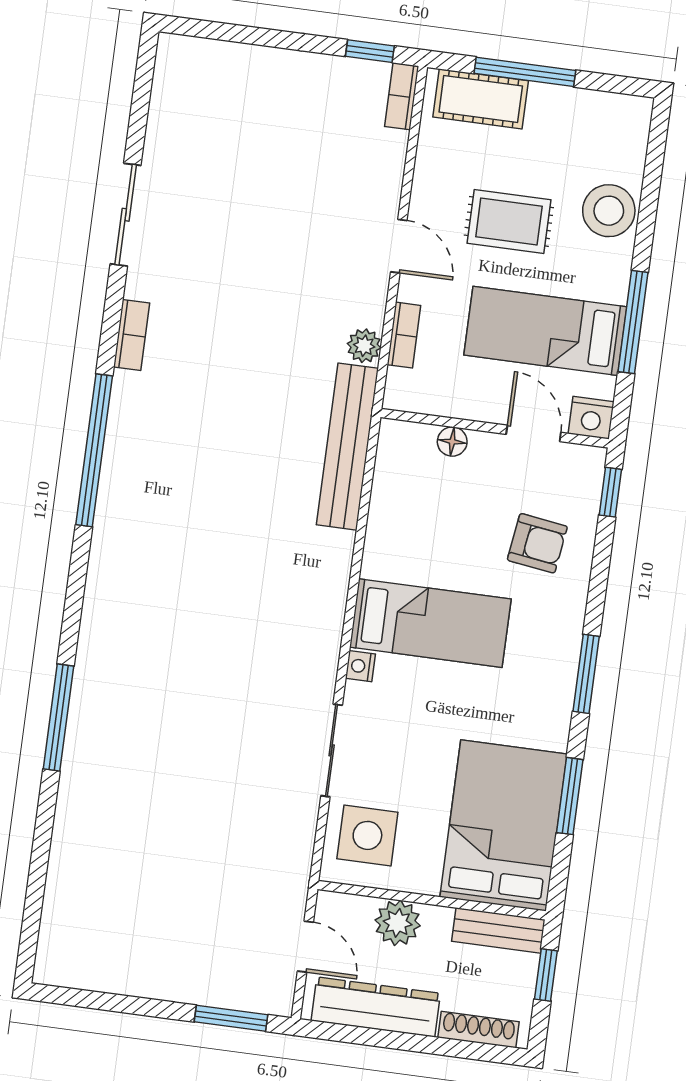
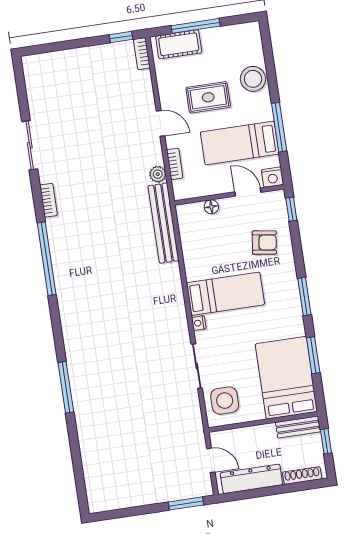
plant: (398, 923) -> (250, 437), removed

